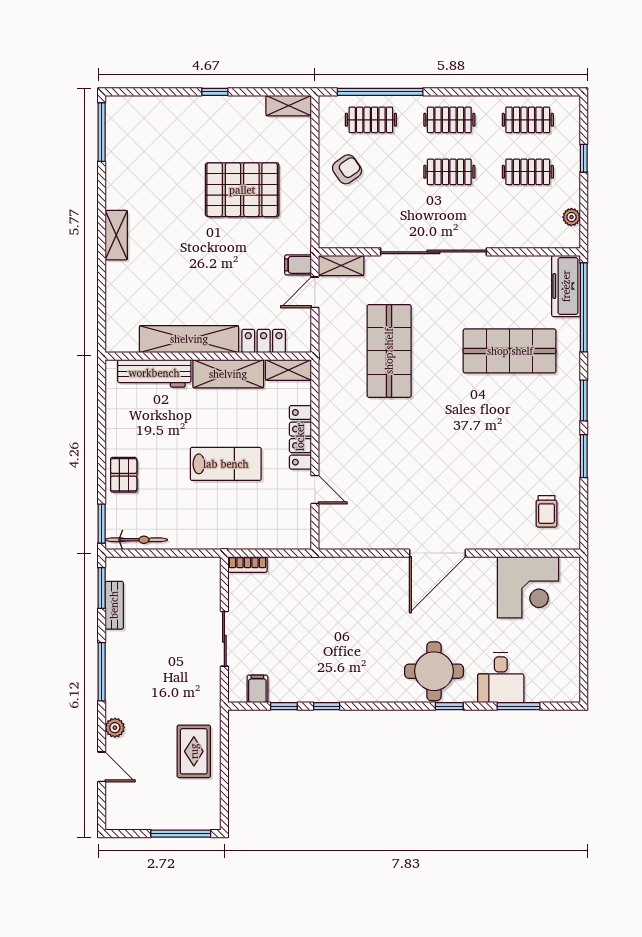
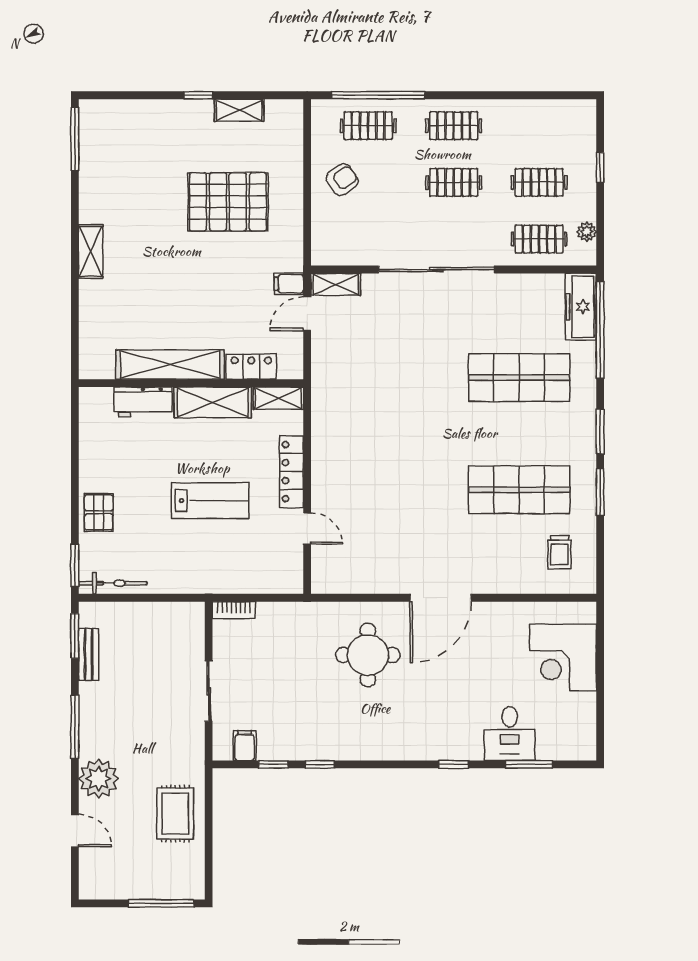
shelving: (289, 106) -> (239, 110), moved
clothes rail: (528, 120) -> (539, 239), moved
shop shelf: (389, 351) -> (519, 490), moved, turned 90
workbench: (154, 373) -> (143, 402), width x0.73
corner desk: (528, 587) -> (563, 658), moved, turned 90
round table: (434, 671) -> (368, 655), moved
plant: (115, 728) -> (99, 779), width x1.87, depth x1.87

